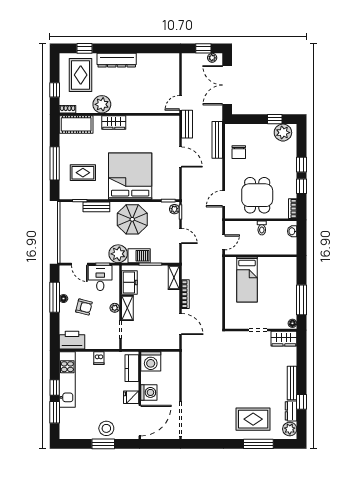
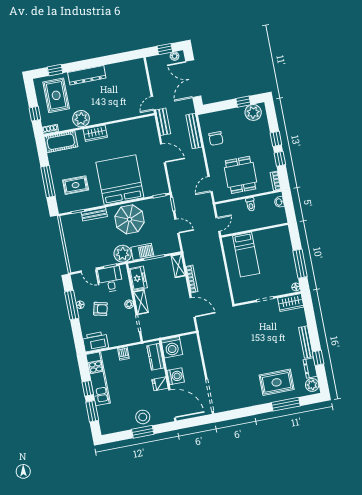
plant: (174, 209) -> (167, 202), removed
door: (140, 421) -> (172, 404), hinge flipped

